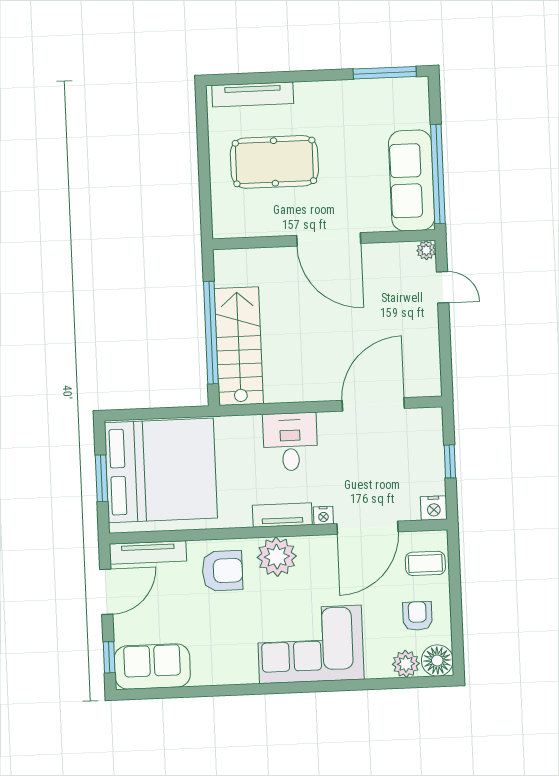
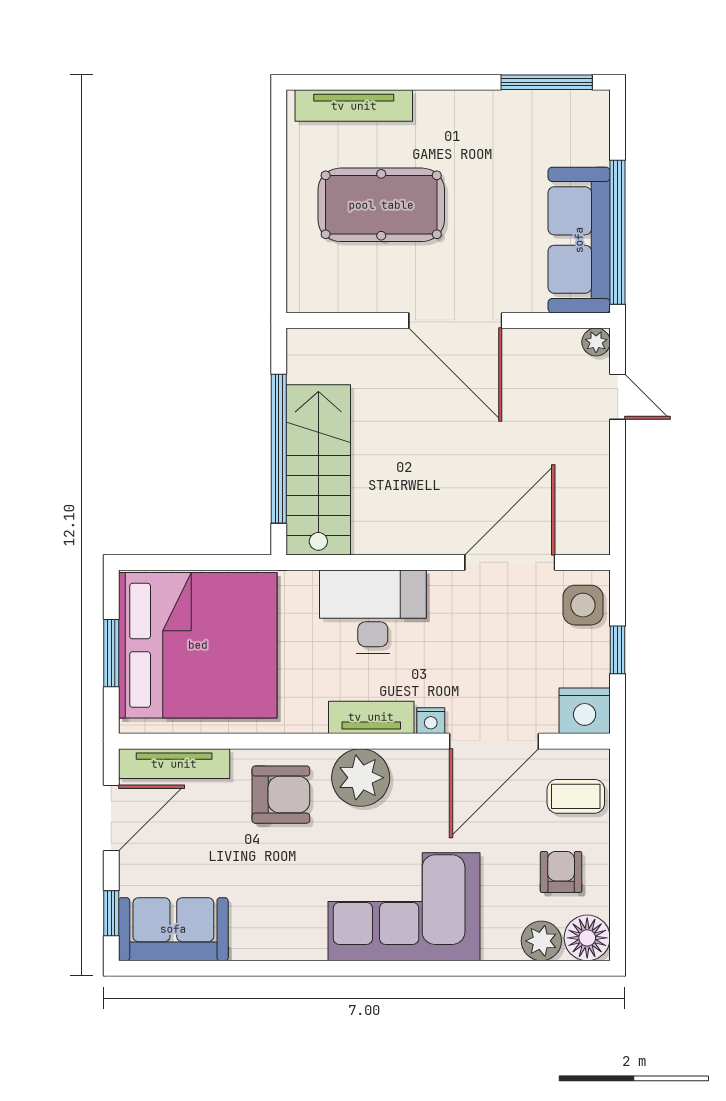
side table: (425, 432) -> (583, 605), added
desk: (290, 442) -> (373, 612), width x1.37
nightstand: (434, 508) -> (585, 711), width x1.36, depth x1.33

